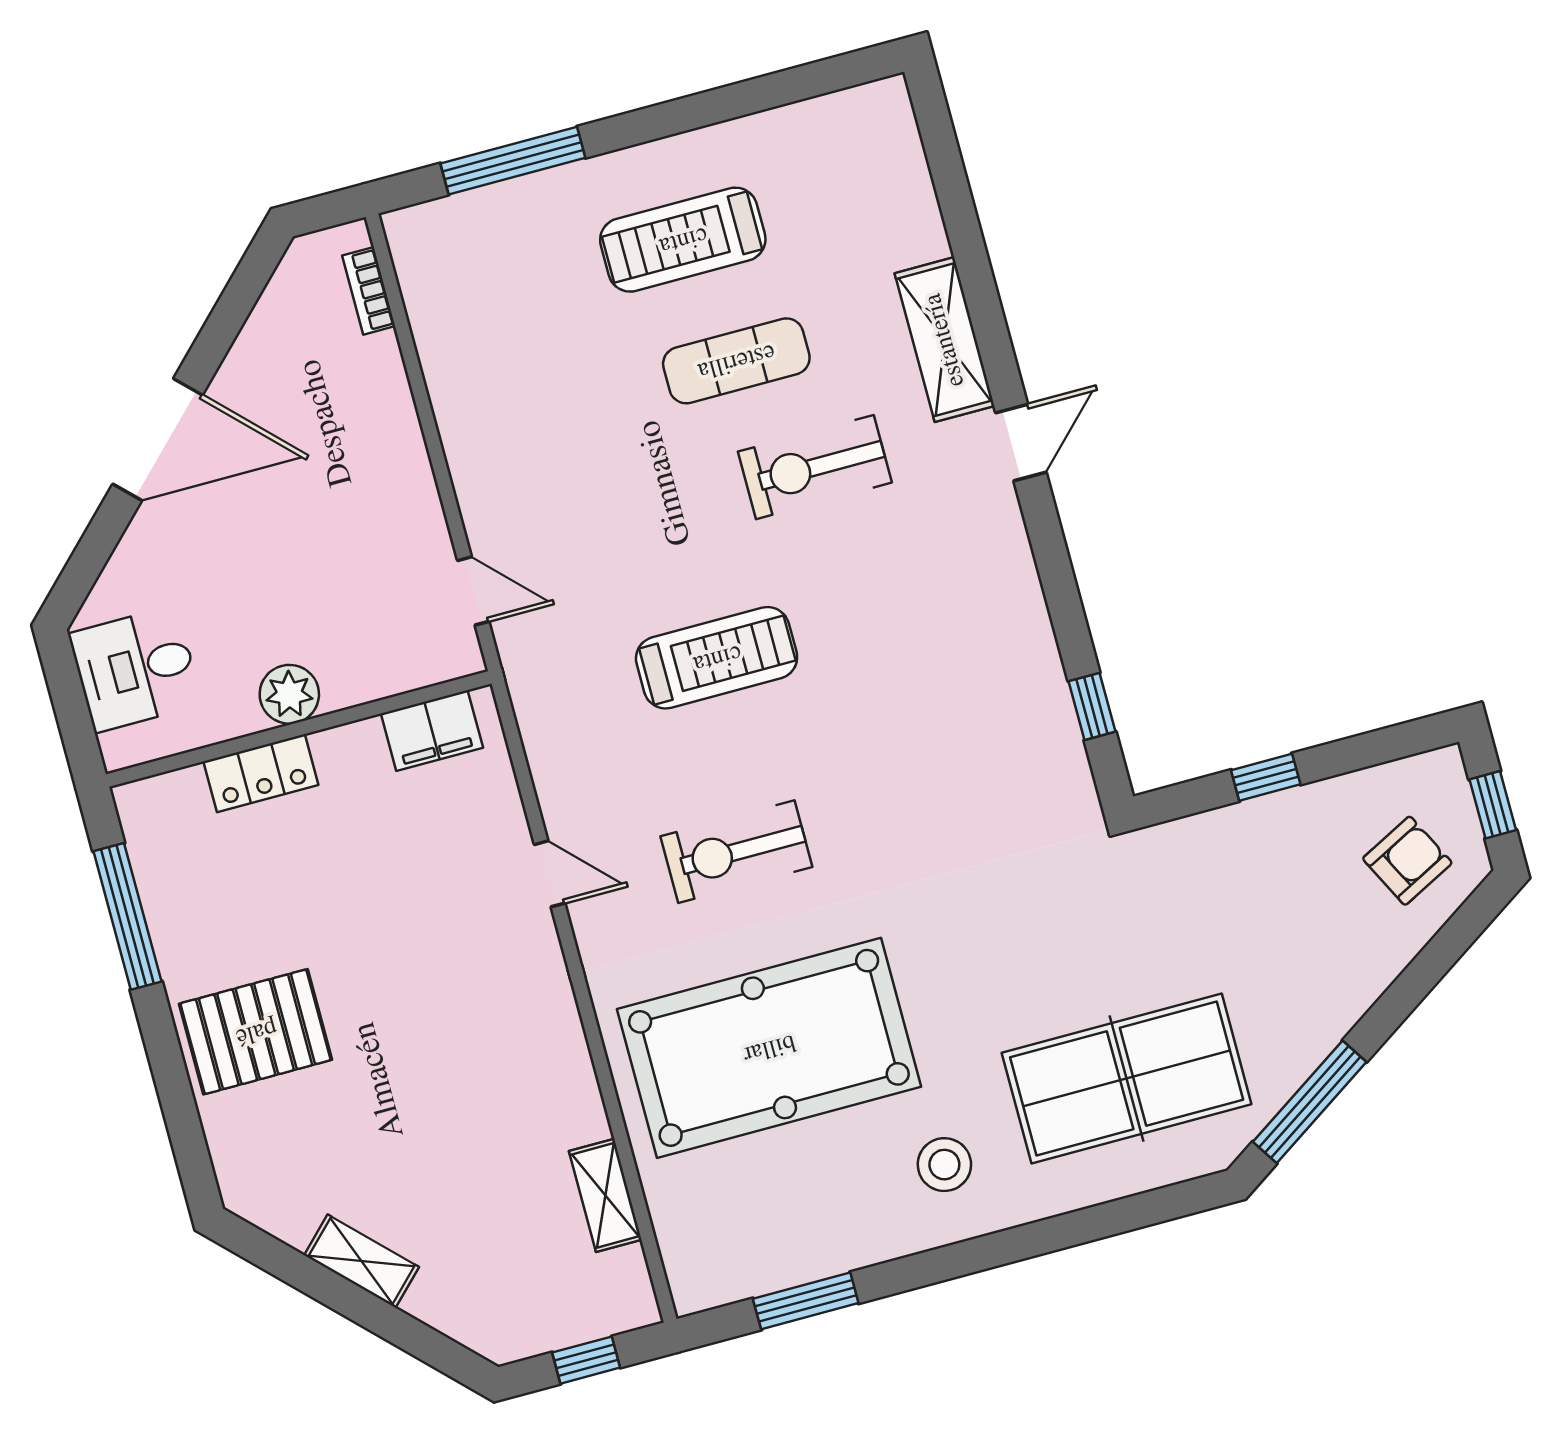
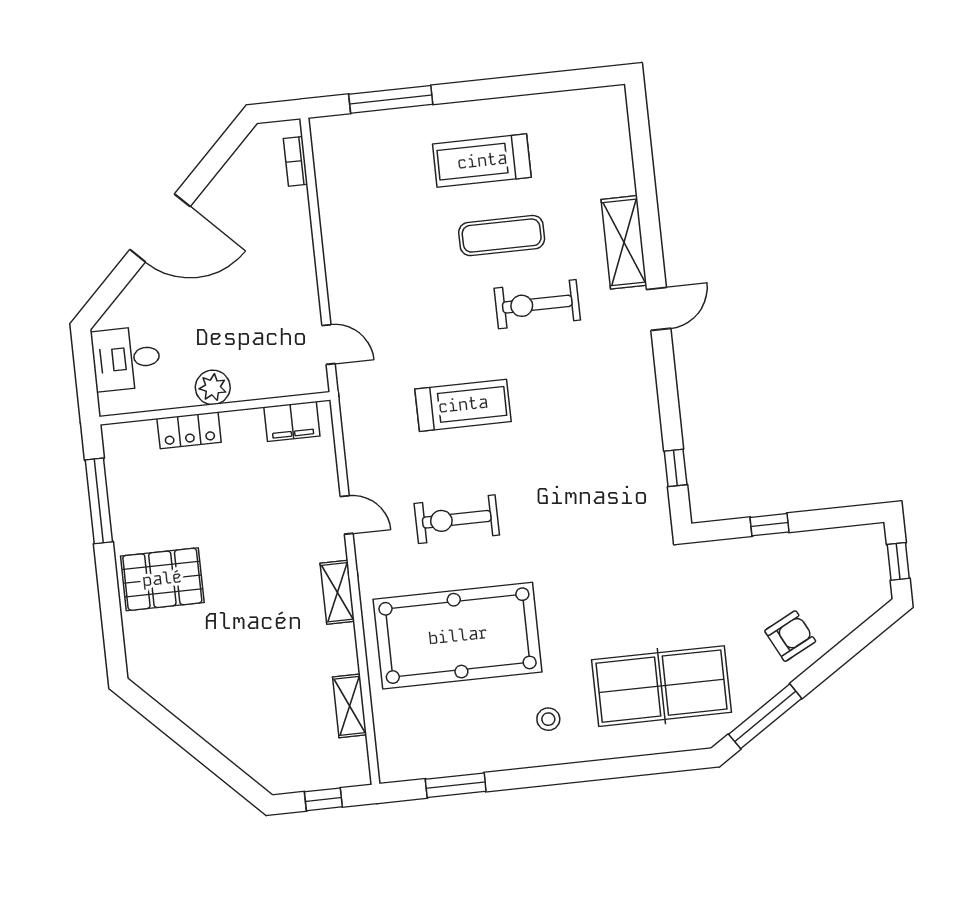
armchair: (1407, 861) -> (790, 636), moved
stool: (944, 1165) -> (548, 719), width x0.73, depth x0.73
shelving: (362, 1261) -> (337, 592), moved, turned 45

